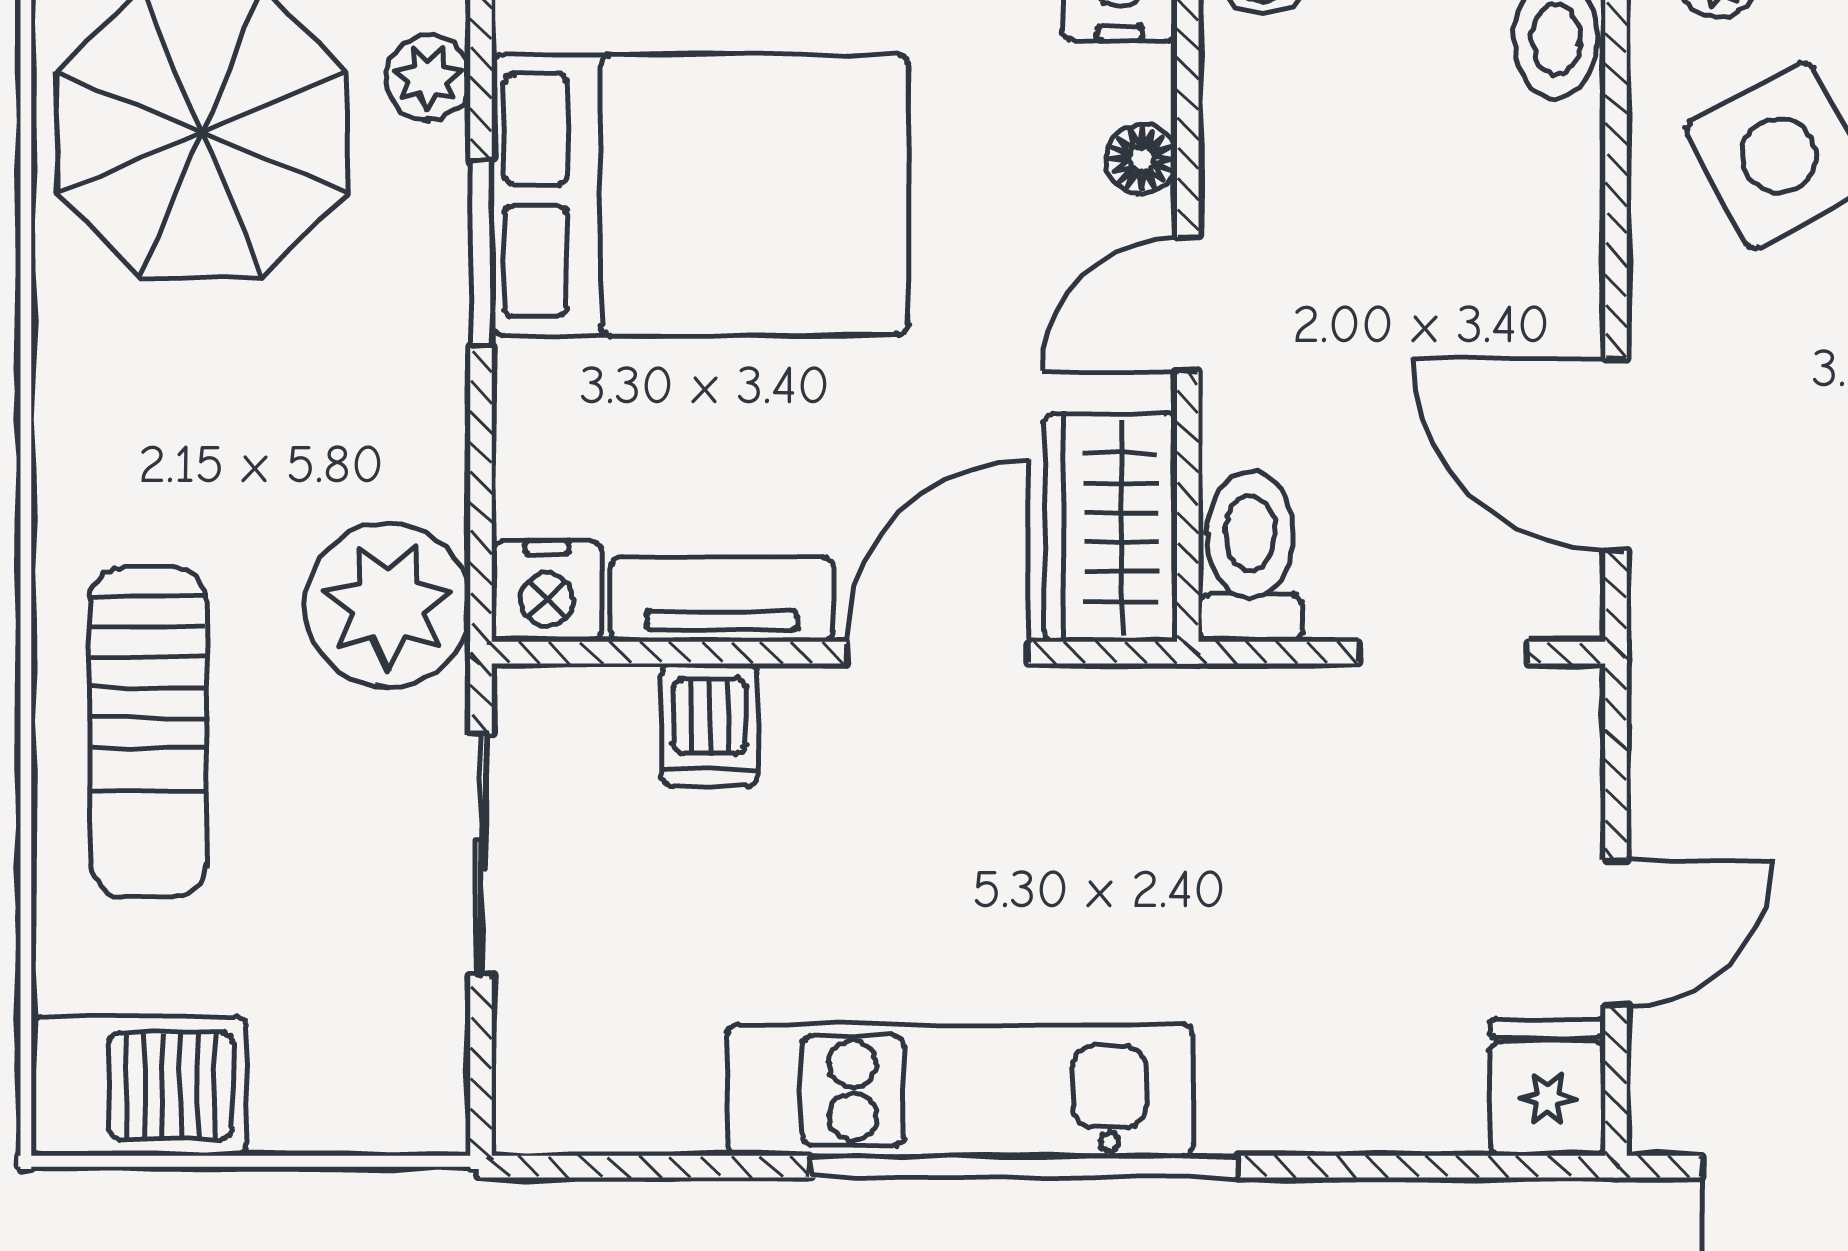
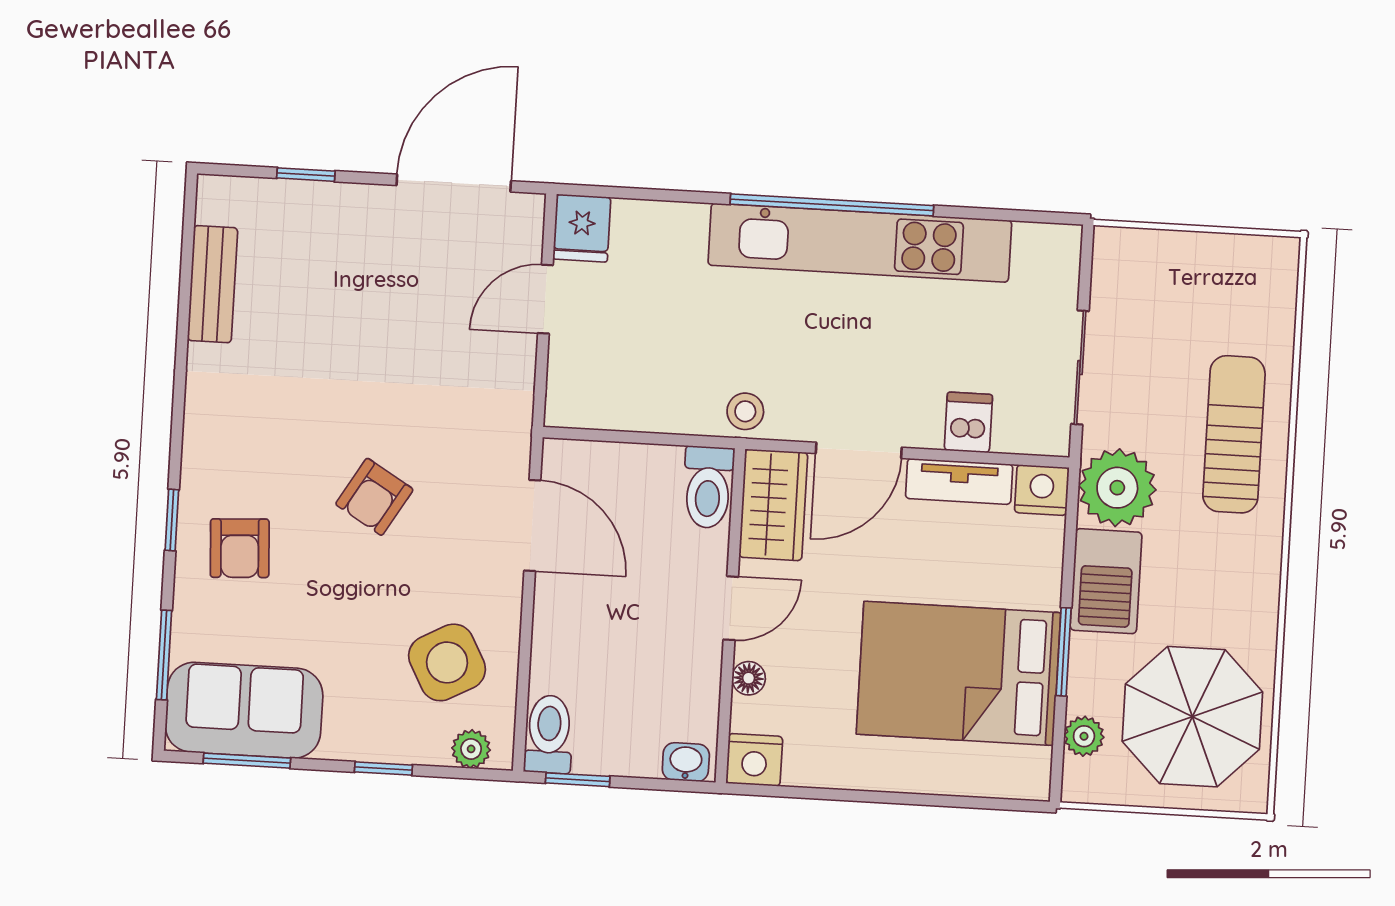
doorway: (1443, 653) -> (620, 437), removed
stool: (1181, 721) -> (745, 411), added
barbecue: (139, 1086) -> (1106, 581), moved, turned -90
kitchen unit: (960, 1090) -> (860, 243), width x1.36

